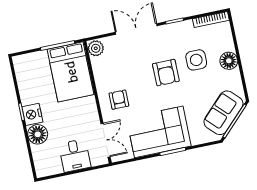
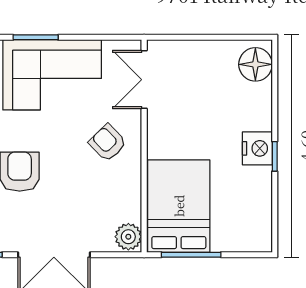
armchair: (119, 100) -> (108, 143), turned 136
floor lamp: (38, 134) -> (255, 64), moved
desk: (75, 155) -> (201, 65), removed

